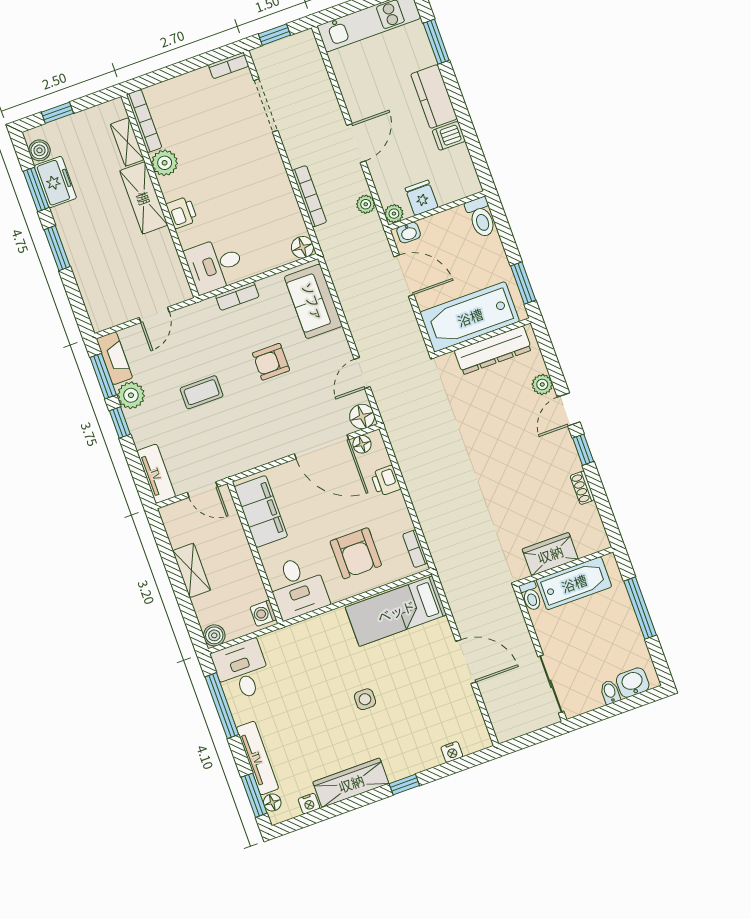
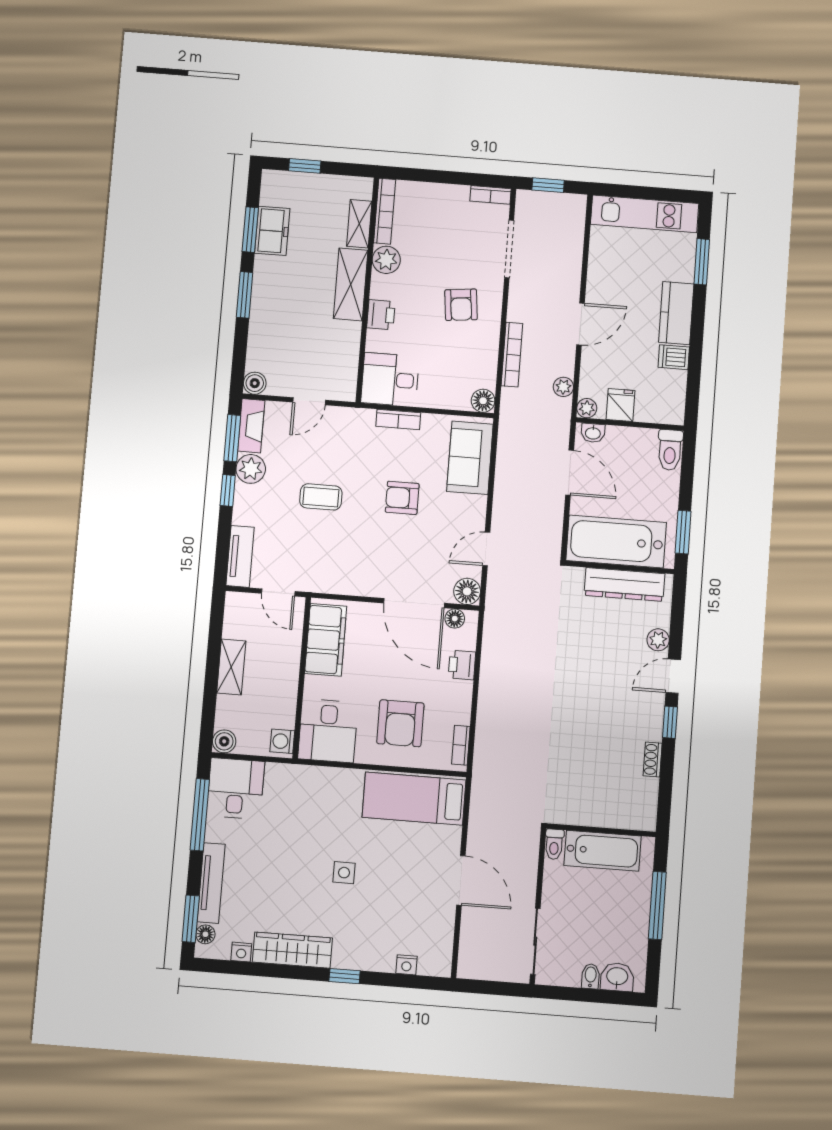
boiler: (39, 150) -> (255, 383), moved
armchair: (246, 173) -> (461, 305), added
wardrobe: (550, 554) -> (592, 811), removed

